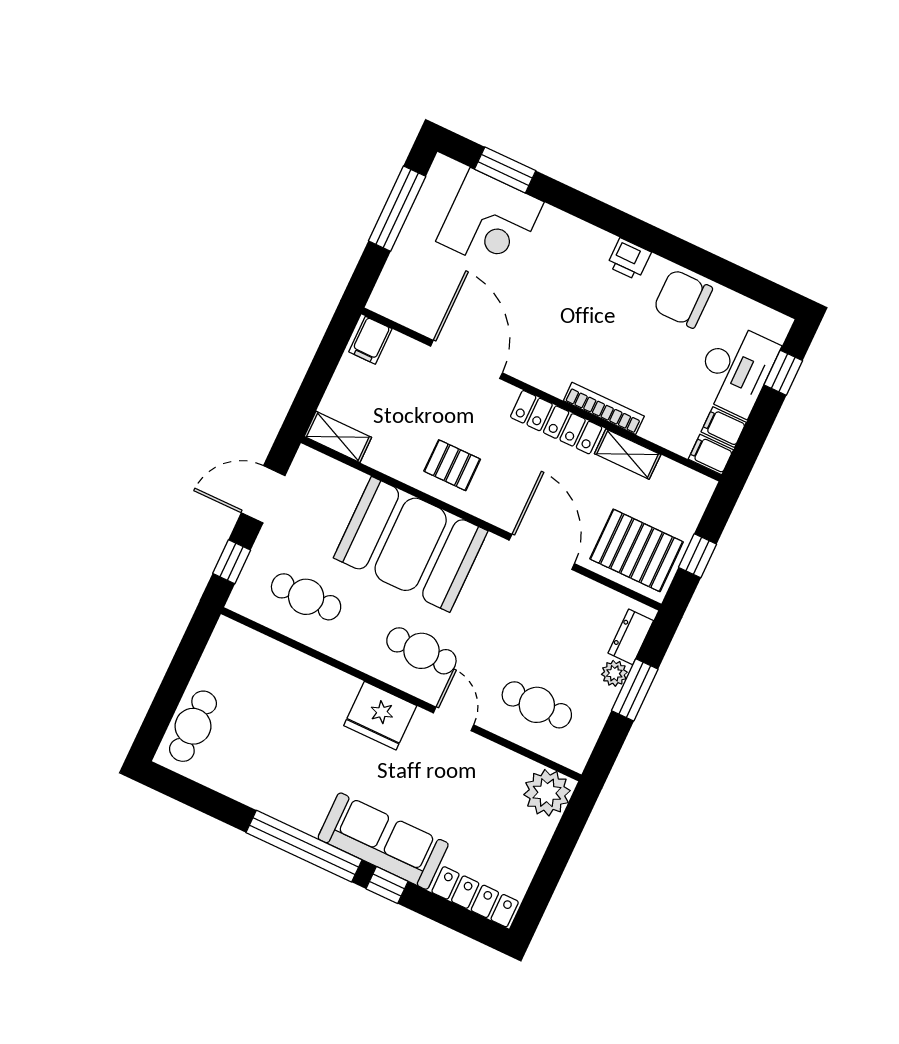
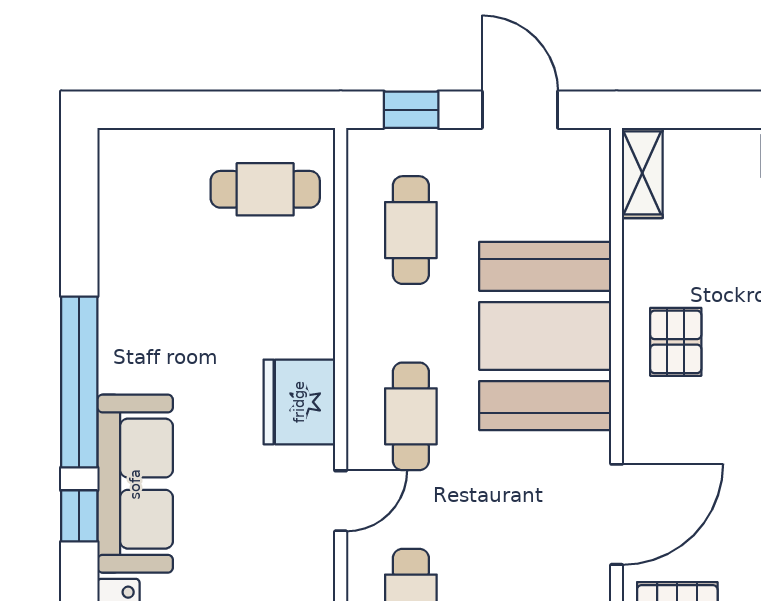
cafe table: (193, 726) -> (265, 189), moved

